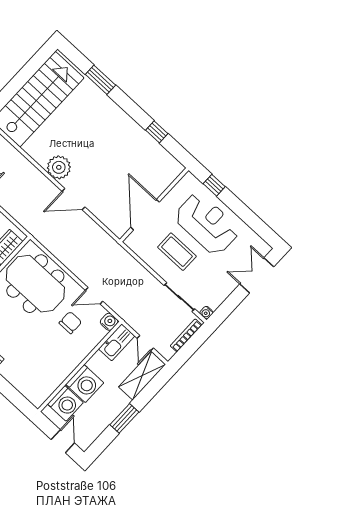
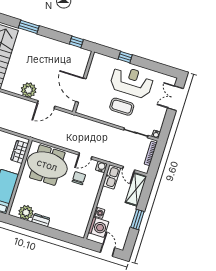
wall: (154, 205) -> (83, 82), moved
door: (145, 215) -> (81, 90), moved
washing machine: (85, 384) -> (99, 213), width x0.53, depth x0.53

